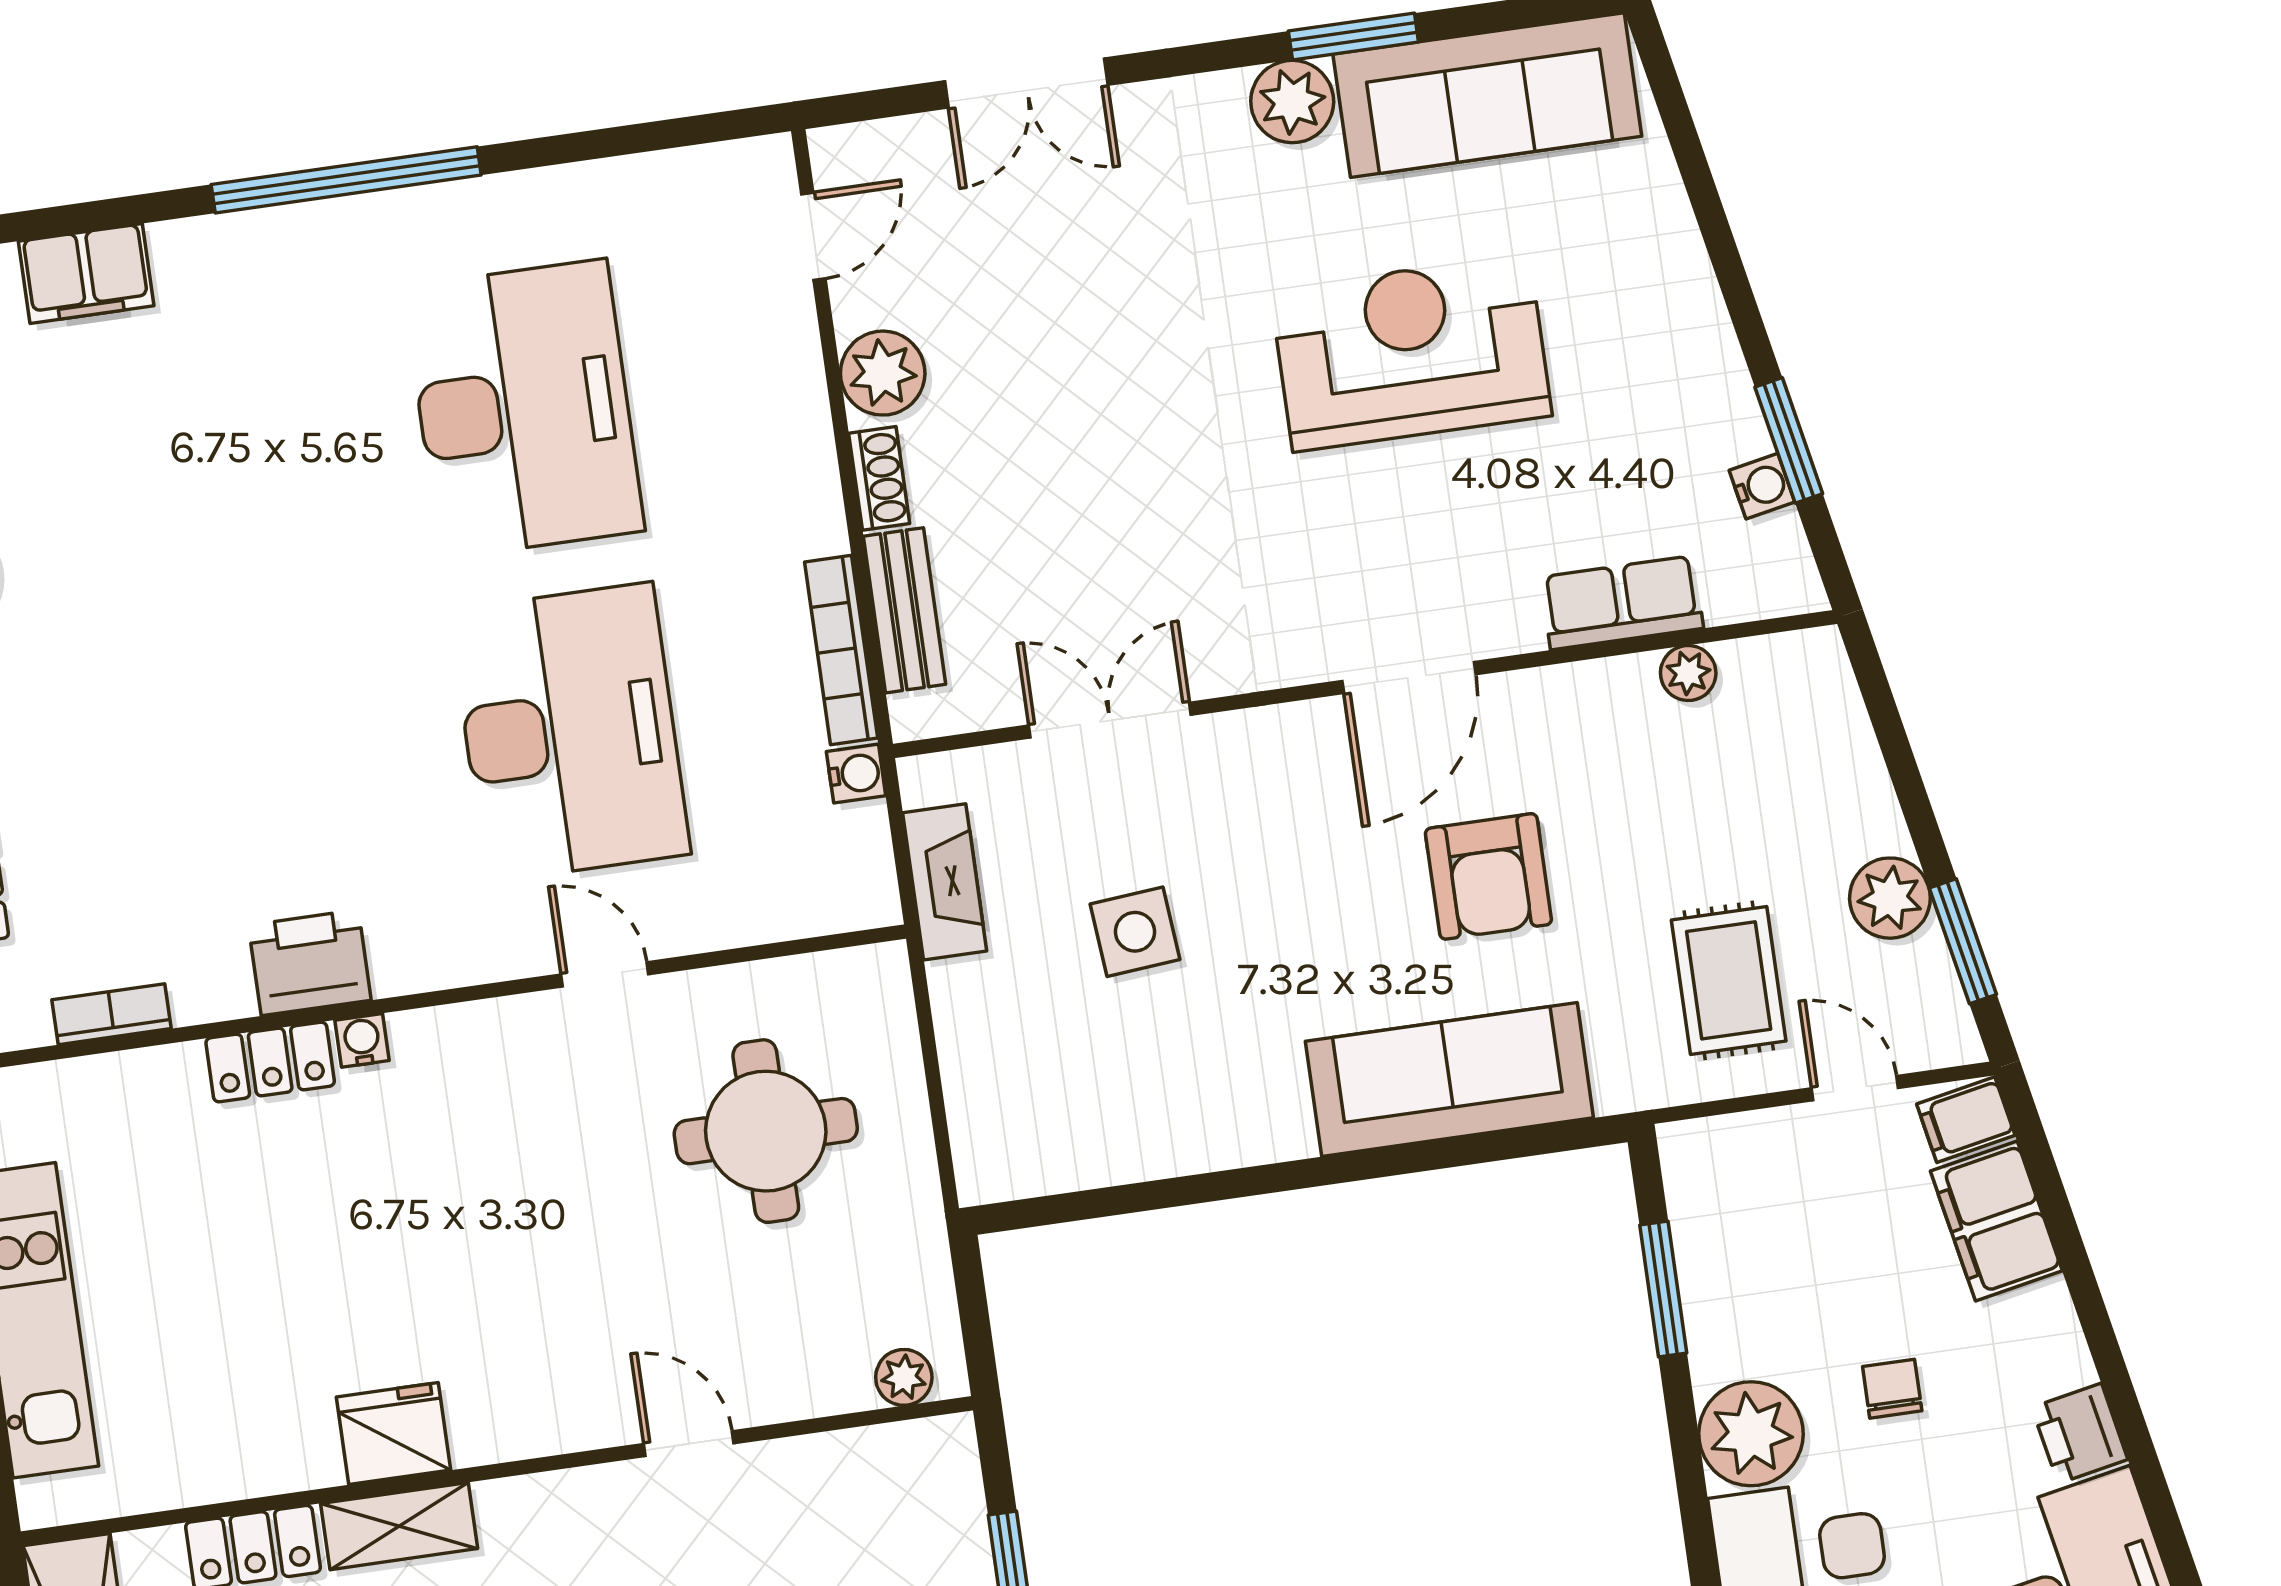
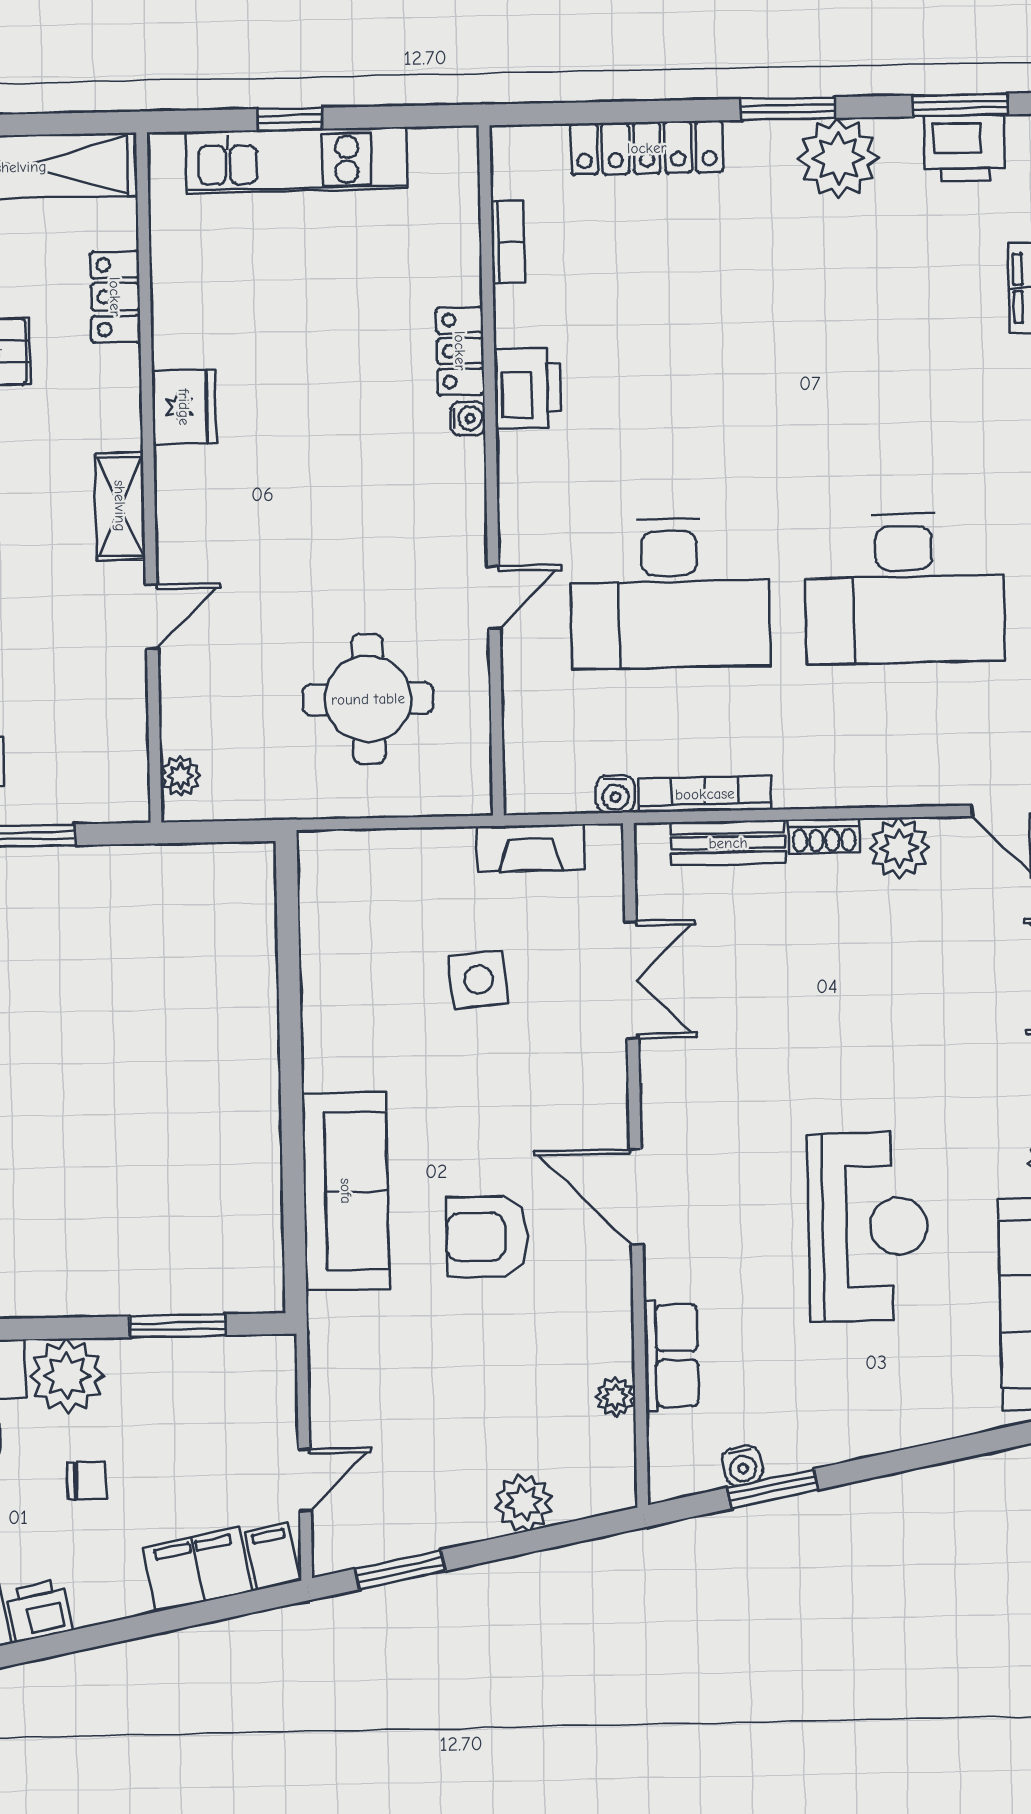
plant: (1890, 898) -> (524, 1503), moved
rug: (1729, 980) -> (392, 1399), removed
shelving: (399, 1526) -> (120, 506), moved

